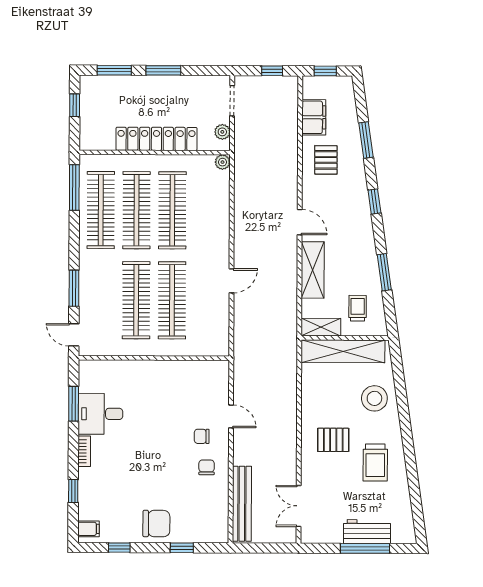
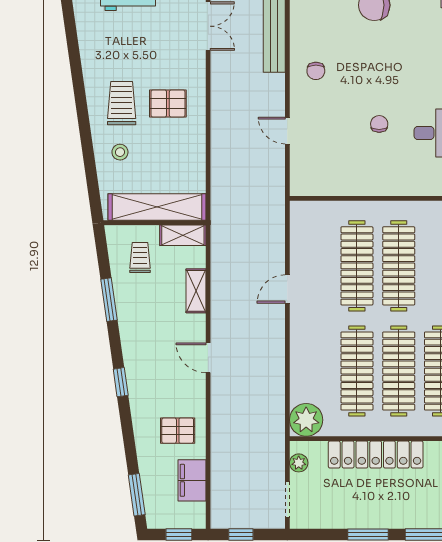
window: (366, 140) -> (137, 495), moved
pallet: (326, 160) -> (178, 431), turned 90
plant: (222, 162) -> (306, 420), width x1.87, depth x1.87
shelving: (313, 270) -> (196, 291), width x0.67, depth x0.75
trolley: (358, 308) -> (140, 257), turned 180
stool: (374, 398) -> (120, 152), width x0.53, depth x0.53
chair: (202, 436) -> (379, 124), moved, turned -90
trolley: (375, 463) -> (122, 103), moved

